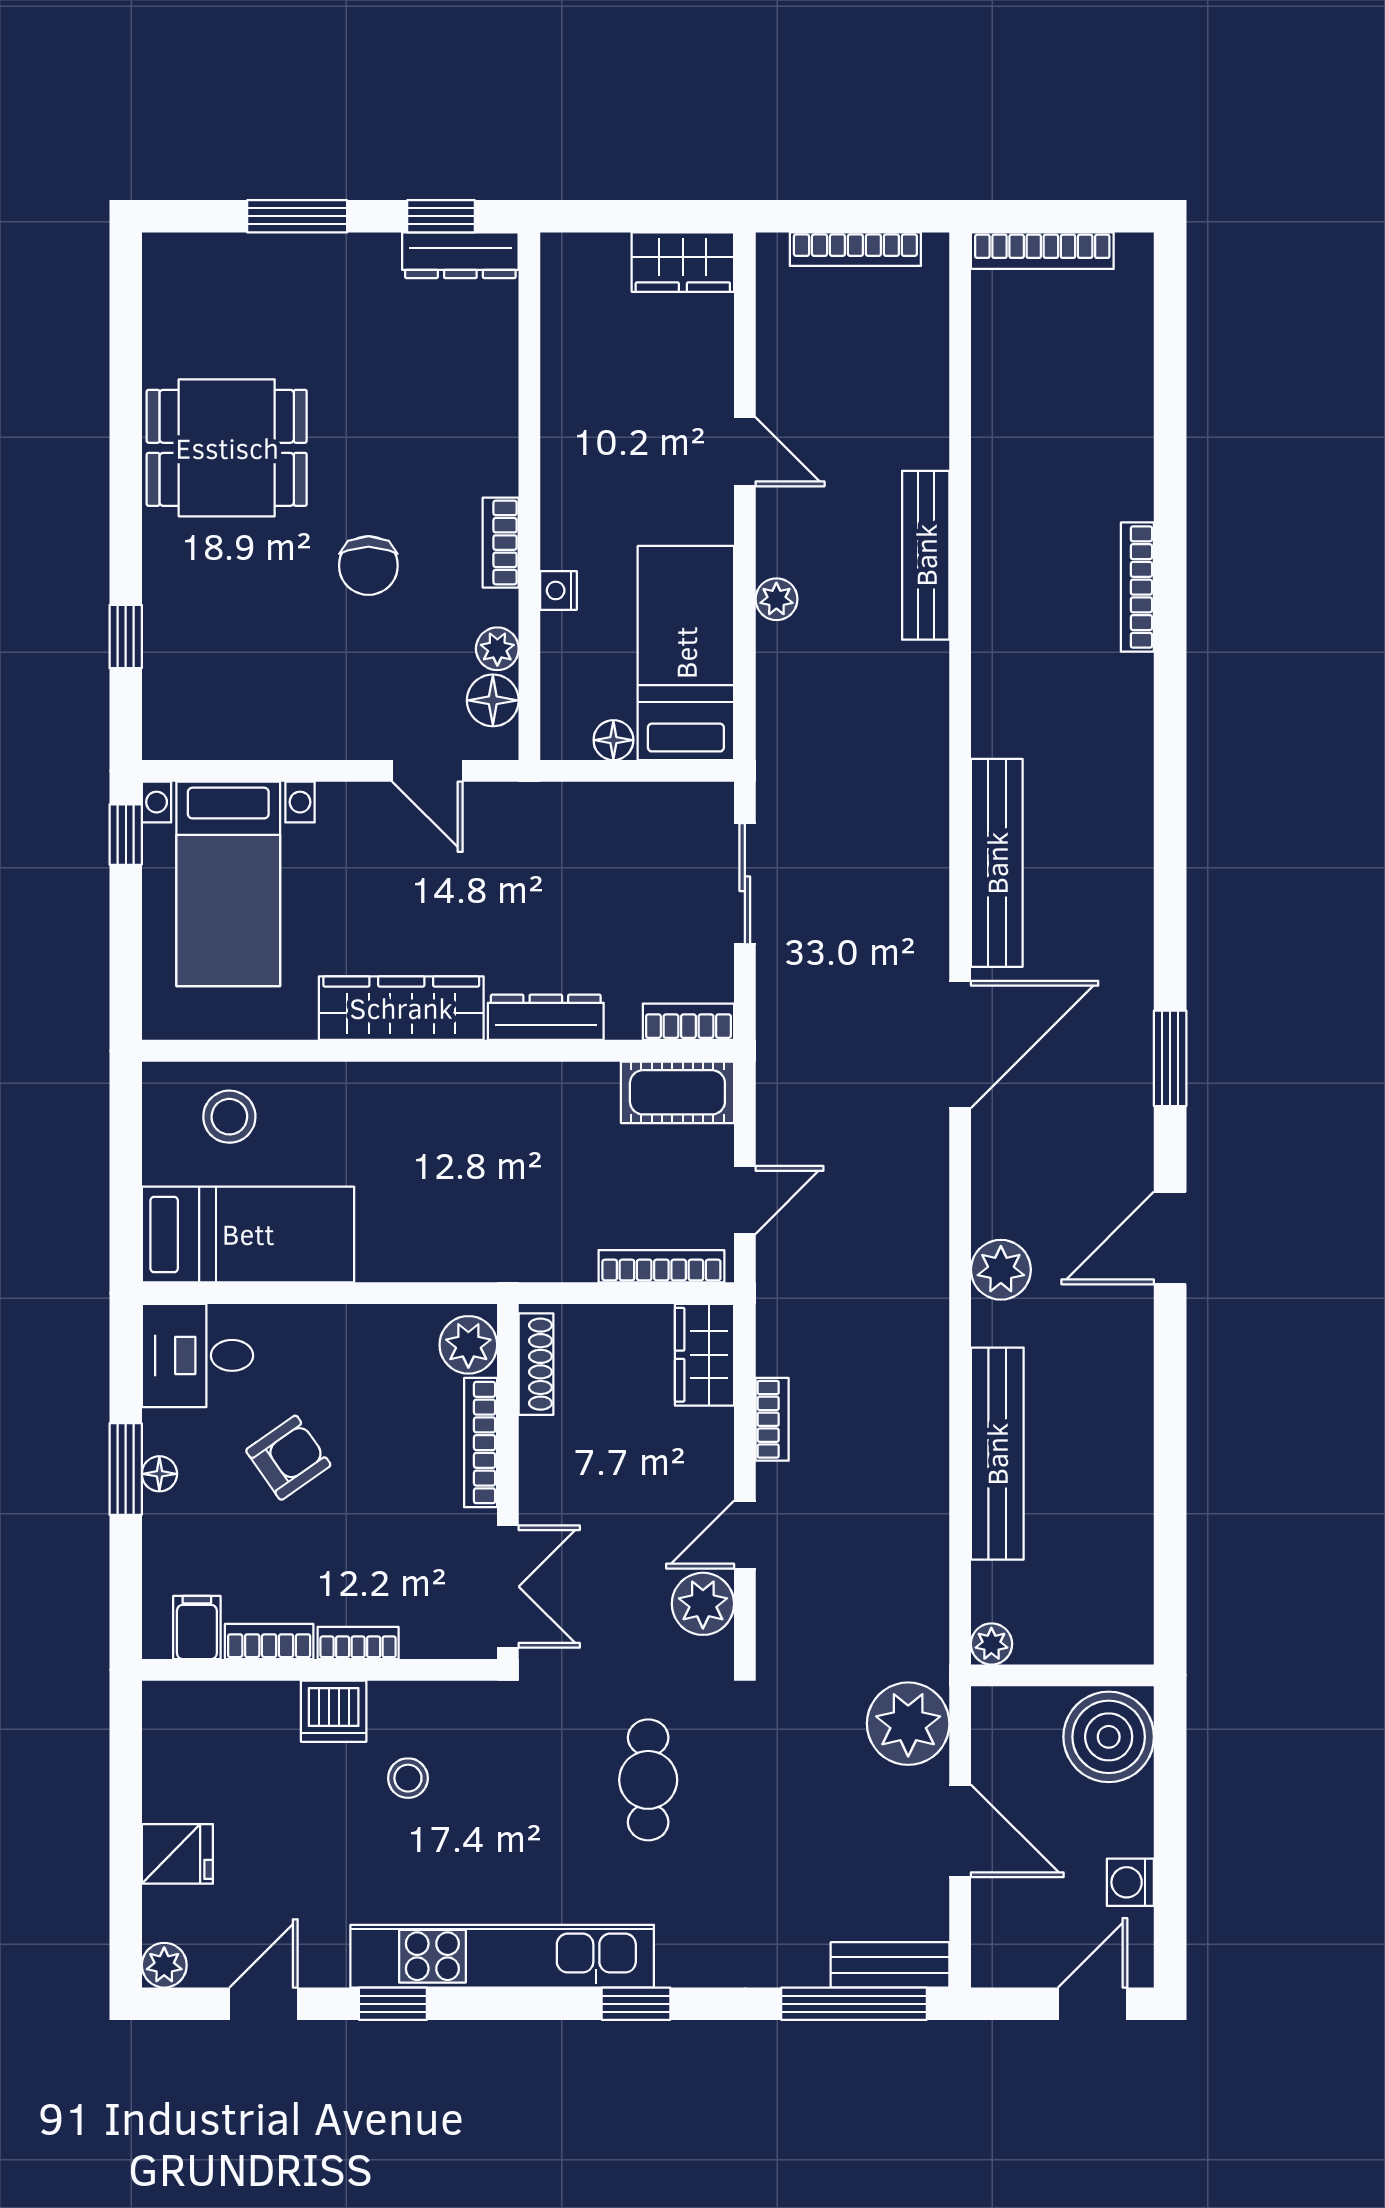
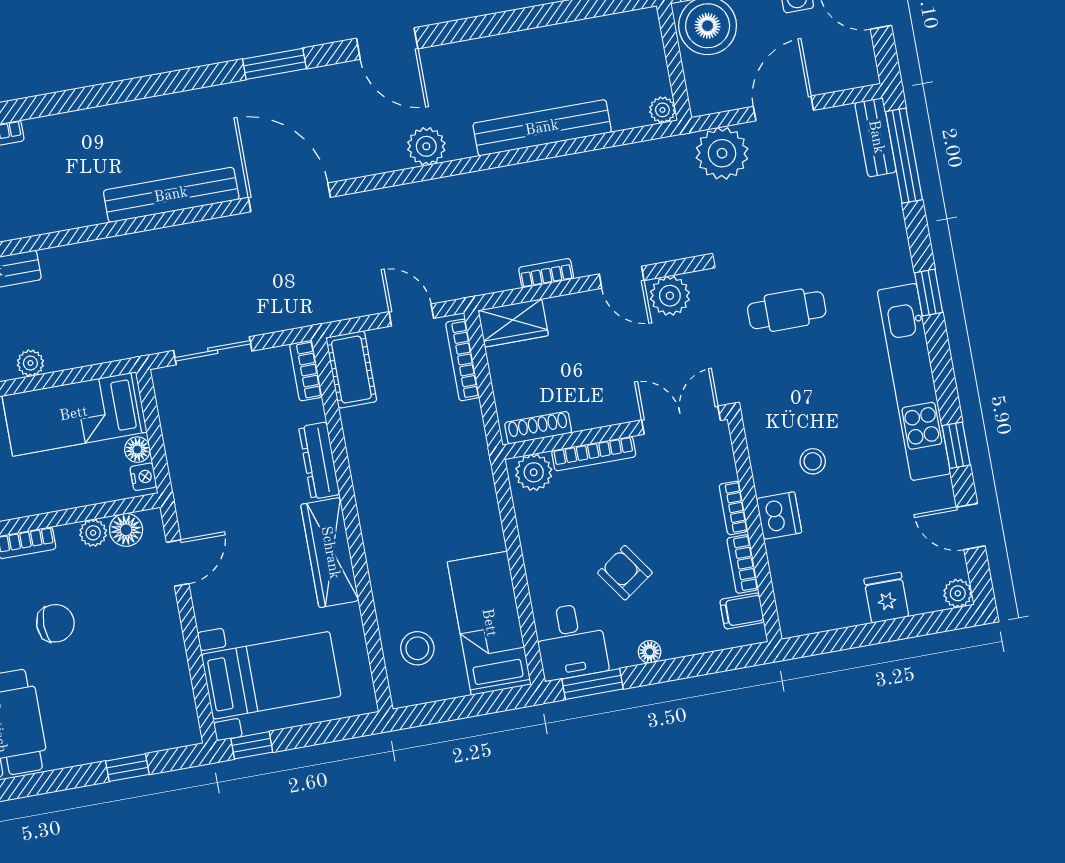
nightstand: (559, 590) -> (143, 477), moved, turned -90
window: (126, 1469) -> (593, 684), moved

